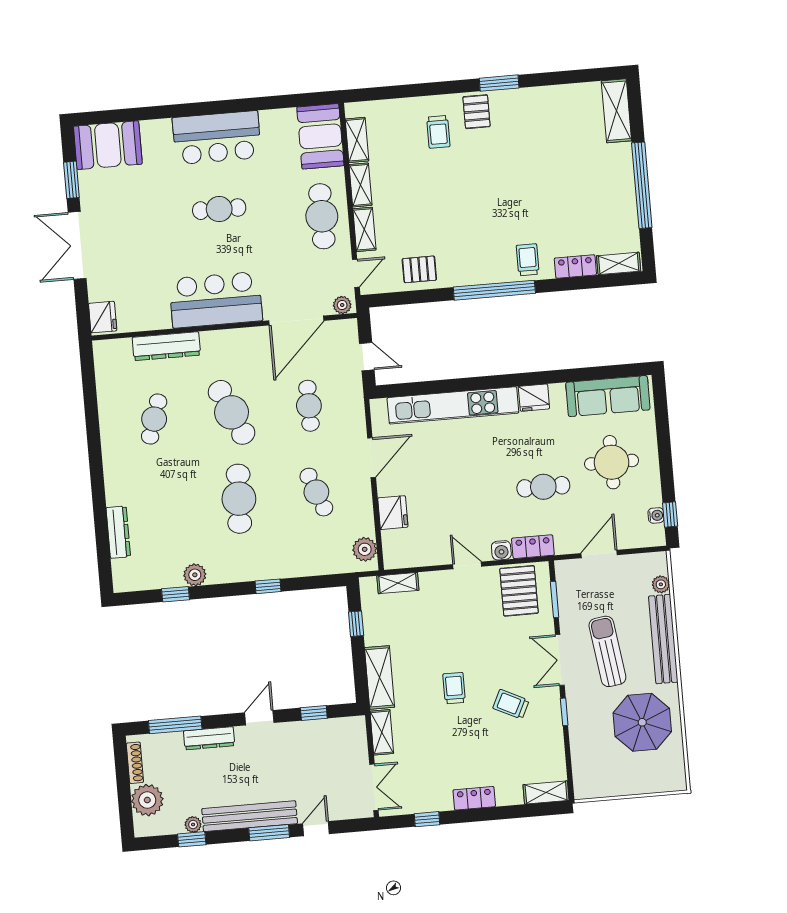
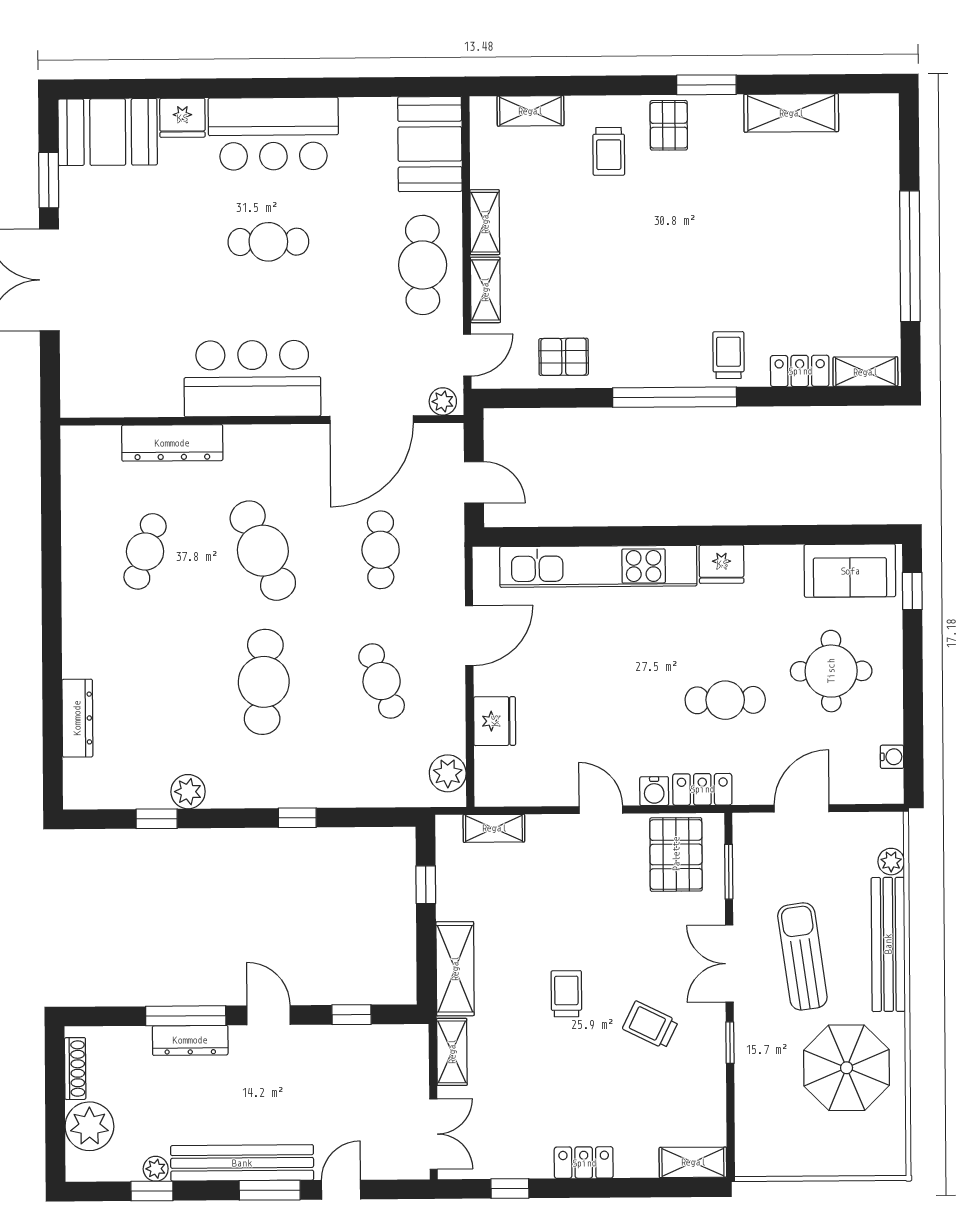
shelving: (616, 111) -> (791, 113), moved, turned 90
shelving: (357, 140) -> (530, 111), moved, turned 90
fridge: (103, 317) -> (182, 118), moved, turned 90
sofa: (608, 396) -> (850, 571), width x0.73
window: (670, 514) -> (912, 591), moved
door: (259, 718) -> (269, 1015), hinge flipped
window: (175, 725) -> (186, 1016), moved

